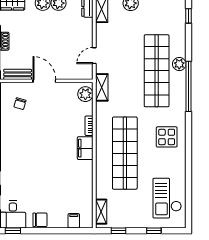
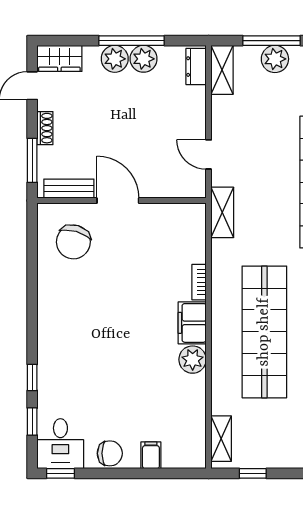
door: (94, 56) -> (209, 154), hinge flipped
plant: (85, 94) -> (193, 360), moved
chair: (20, 104) -> (73, 242), width x1.87, depth x1.87
filing cabinet: (74, 221) -> (151, 455), moved

